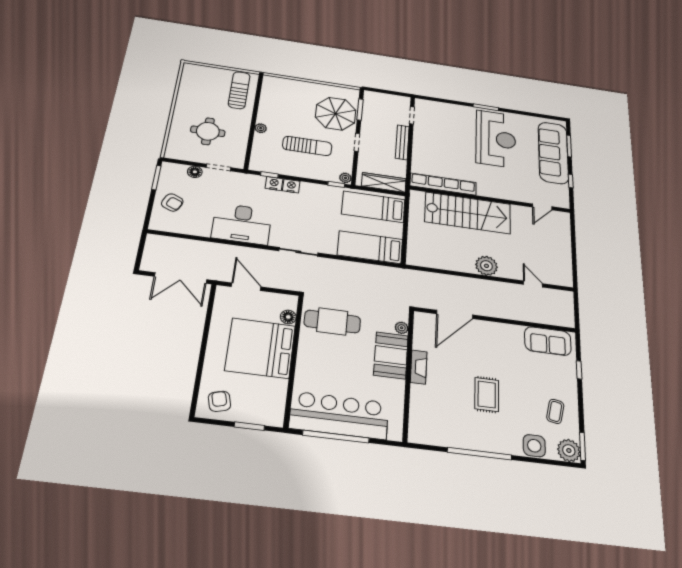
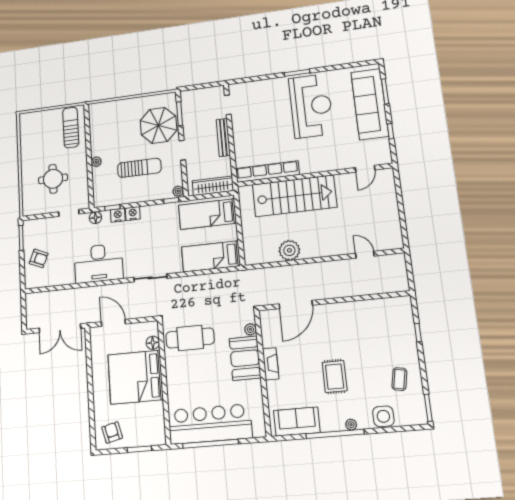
floor lamp: (195, 172) -> (95, 218), moved
plant: (486, 266) -> (289, 250), moved
sofa: (548, 341) -> (297, 422), moved, turned 180
plant: (569, 450) -> (351, 425), moved, width x0.53, depth x0.53

